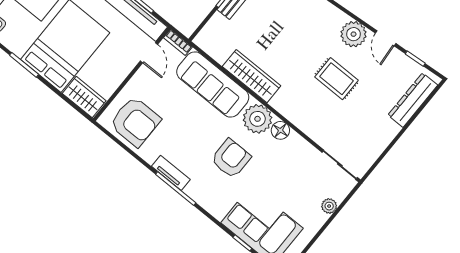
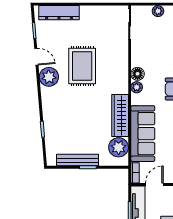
door: (386, 38) -> (36, 57), hinge flipped
plant: (219, 47) -> (119, 147), added
rug: (336, 79) -> (82, 66), width x1.36, depth x1.43
plant: (258, 119) -> (137, 87), width x0.53, depth x0.53

